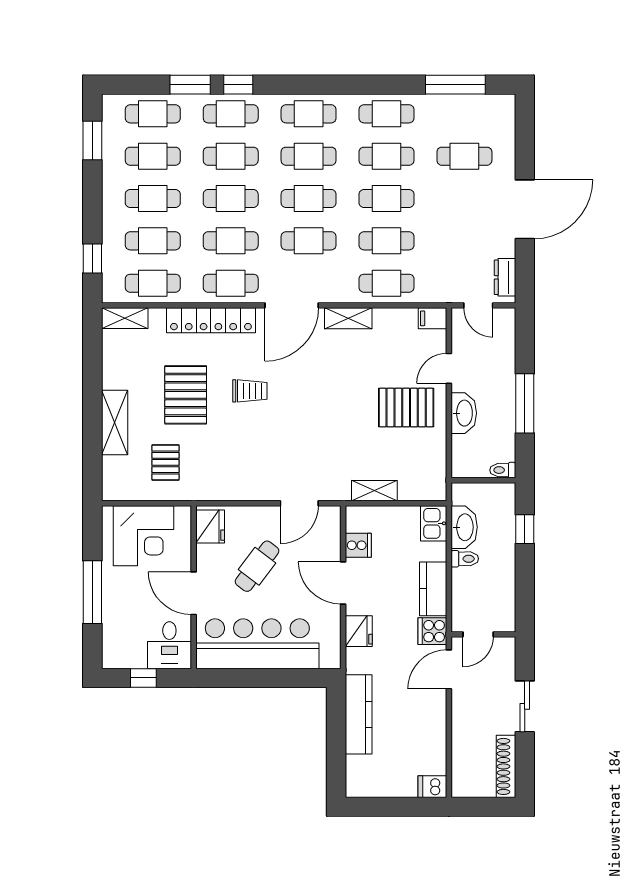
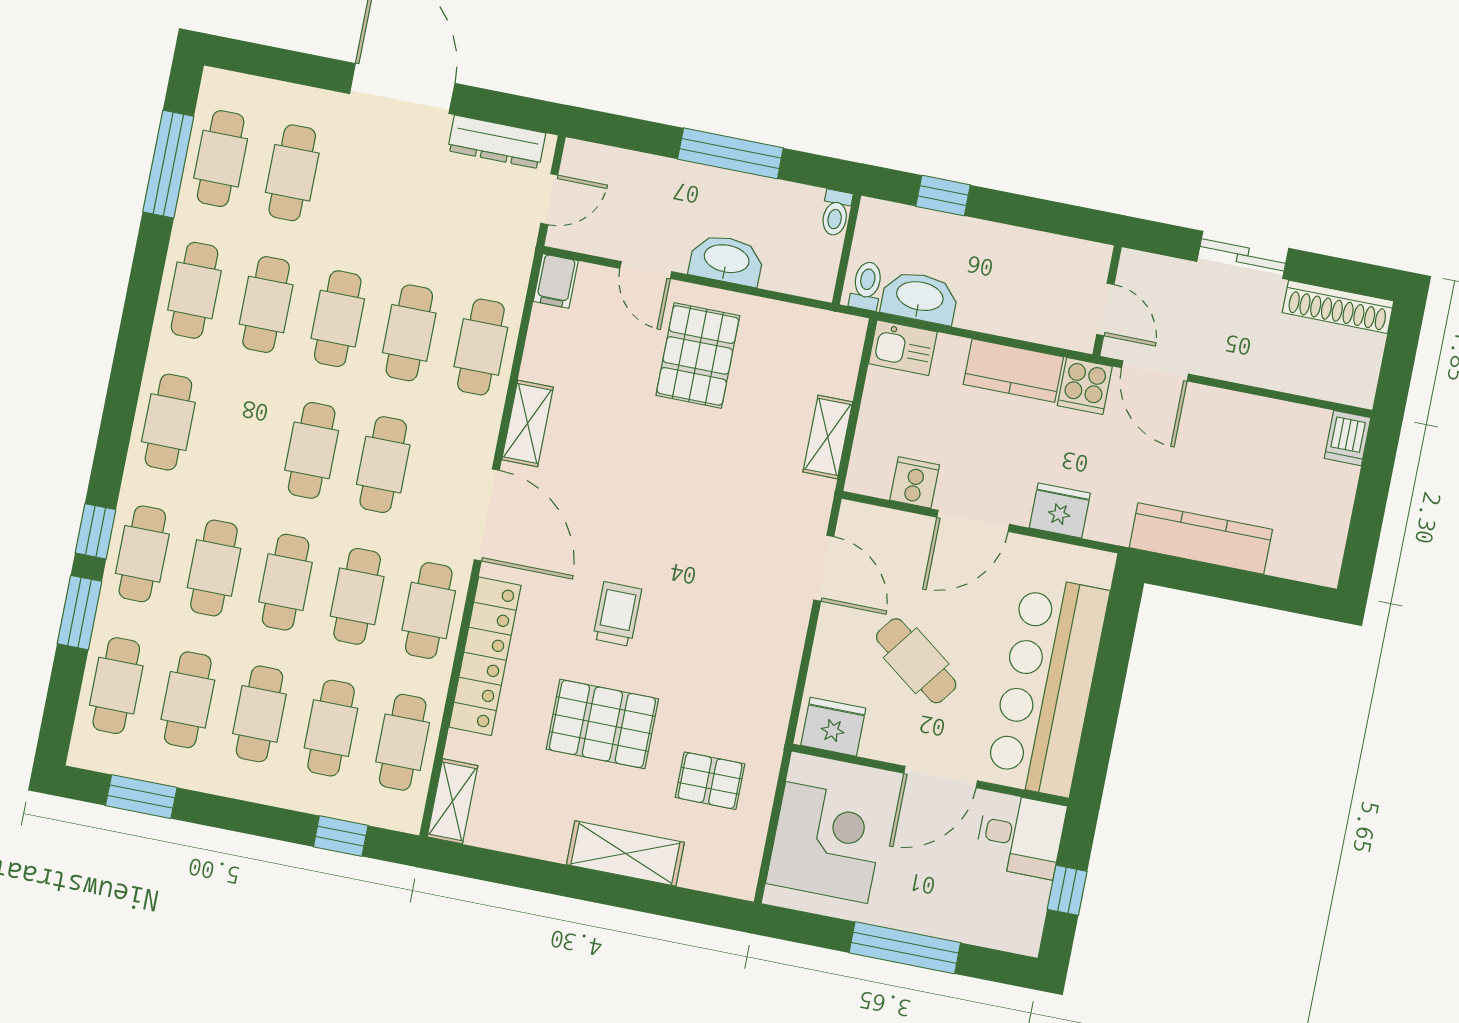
cafe table: (309, 156) -> (221, 159), moved
dresser: (505, 277) -> (497, 142), width x1.44
toilet: (465, 559) -> (867, 286), moved

